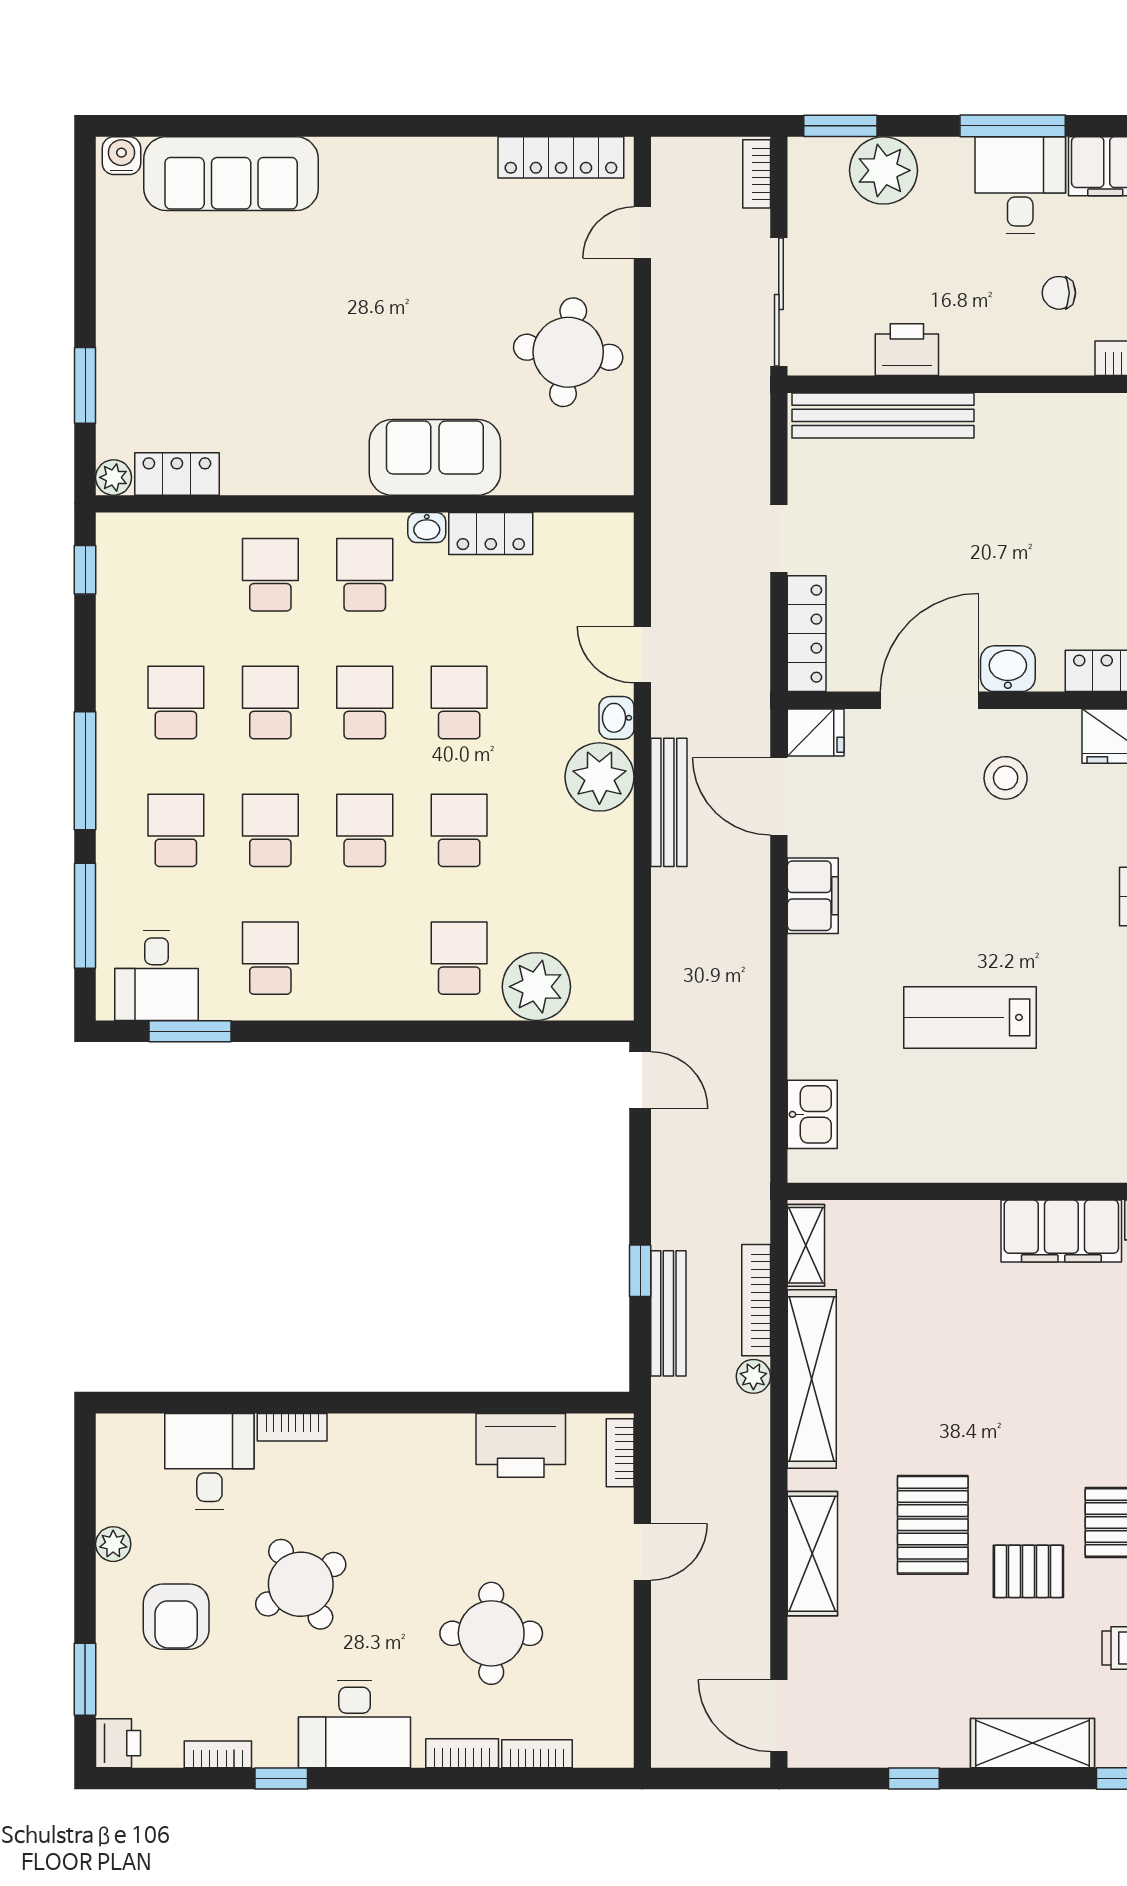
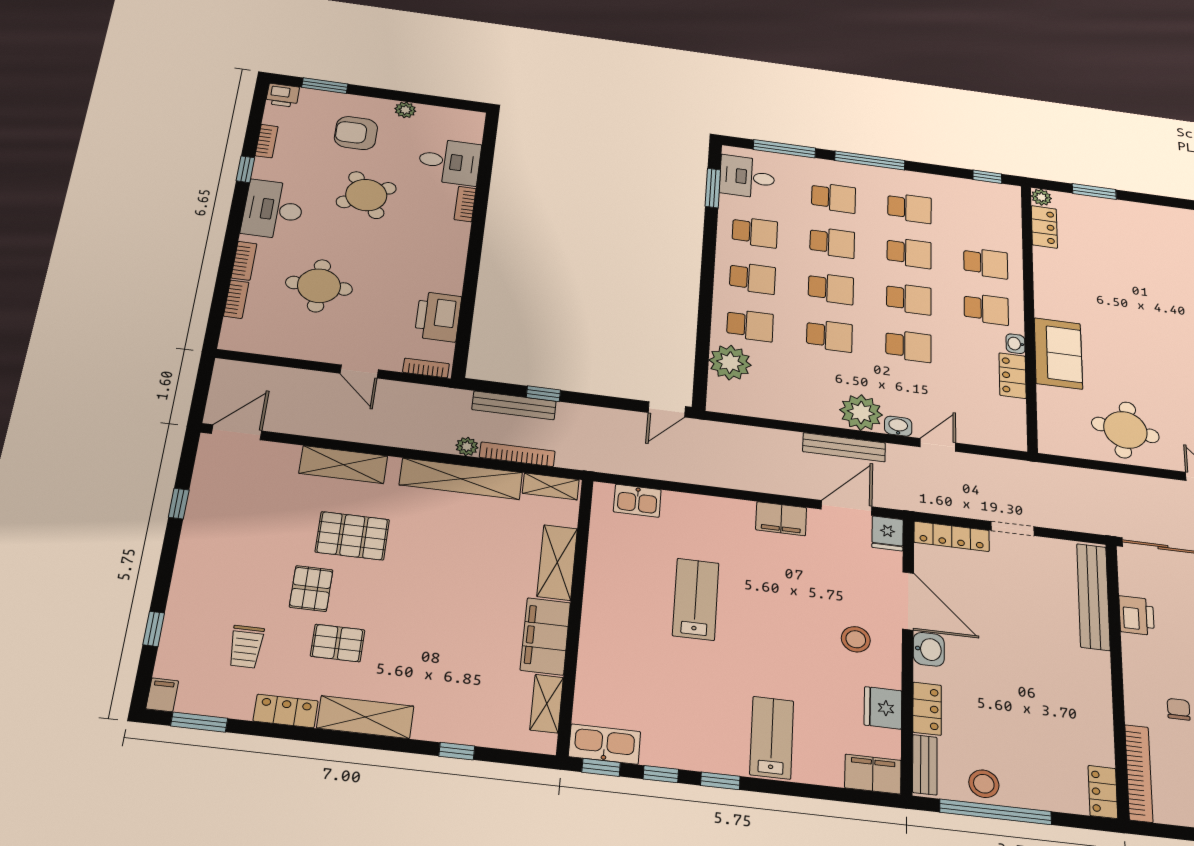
school desk: (365, 958) -> (752, 278), added
shelving: (1033, 1743) -> (557, 562), moved

